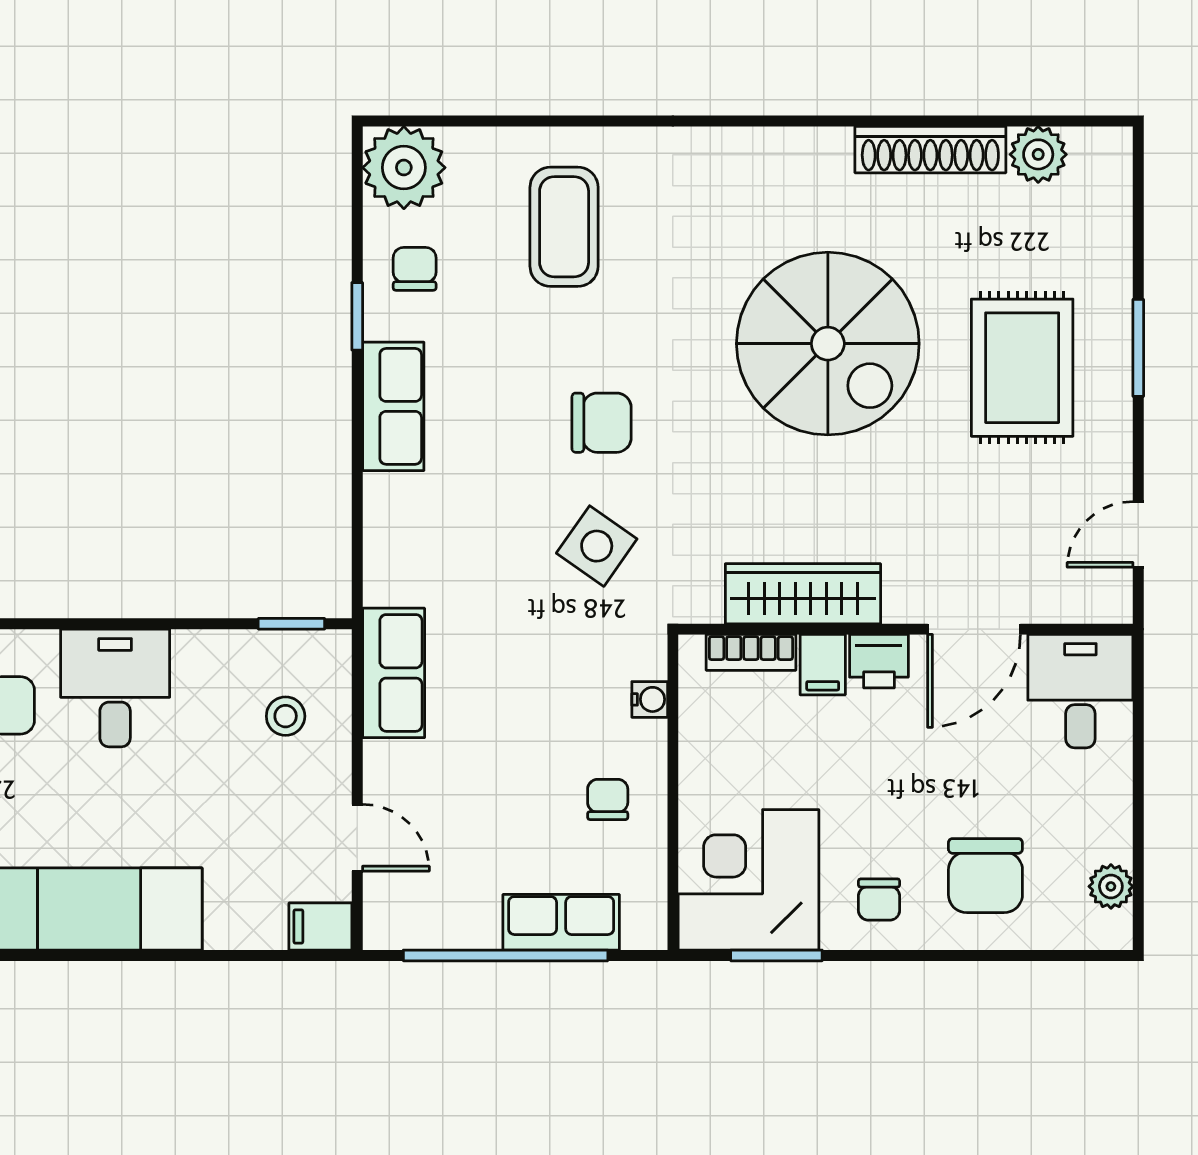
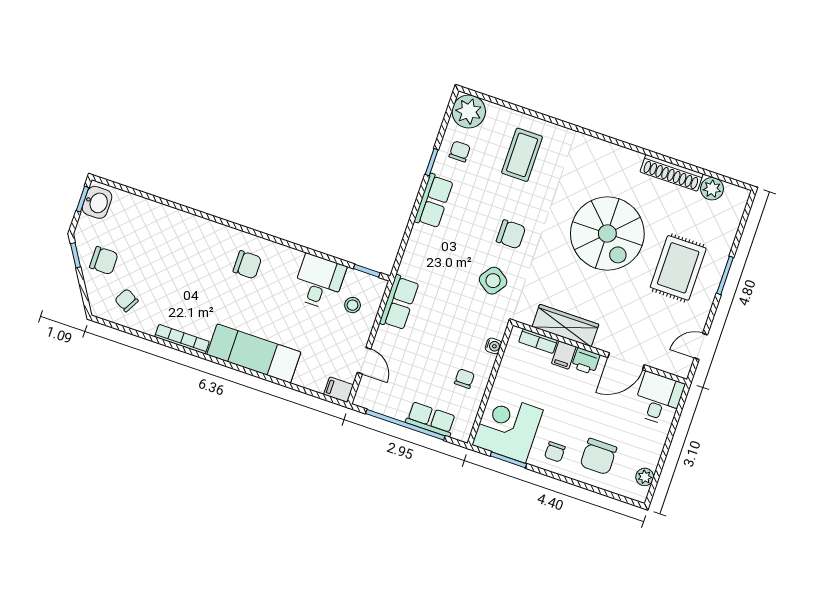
desk: (115, 688) -> (319, 282), moved

